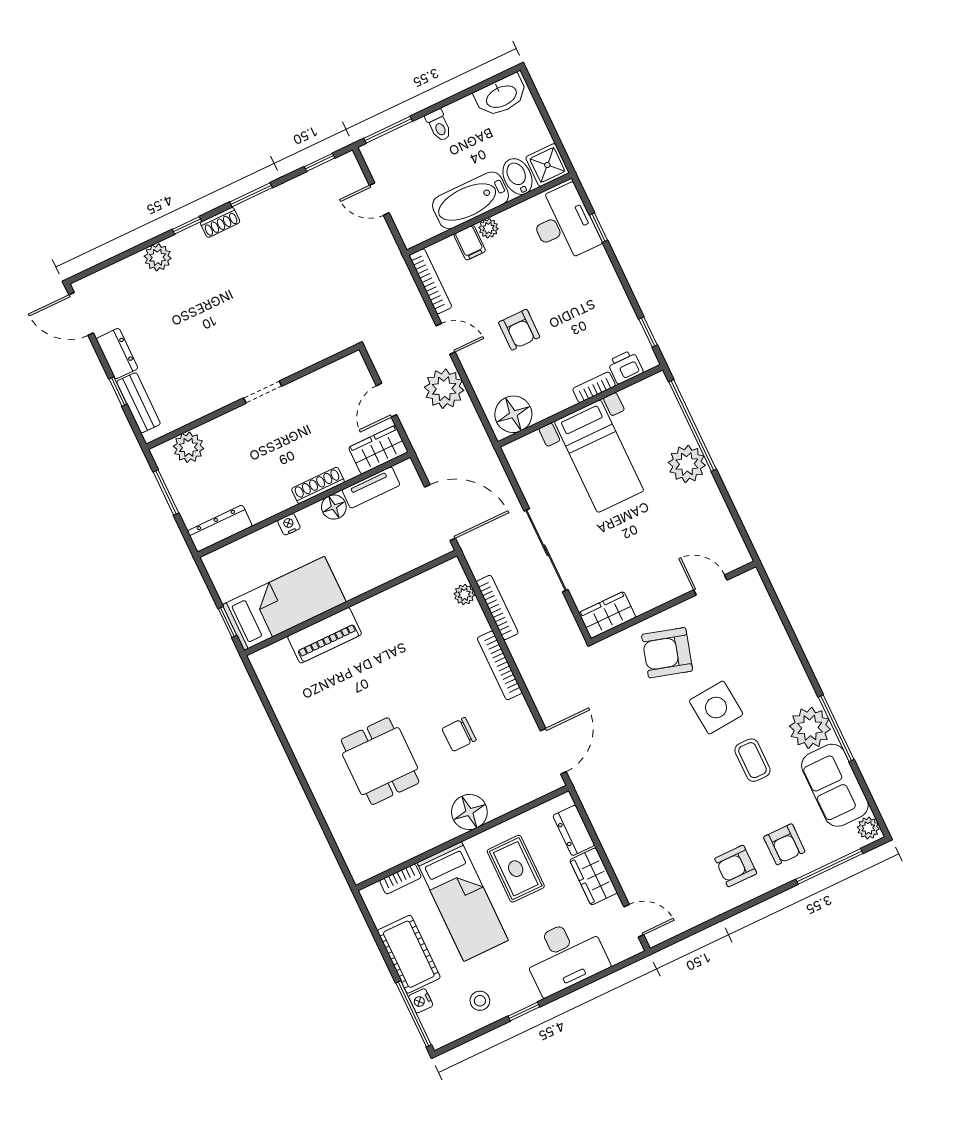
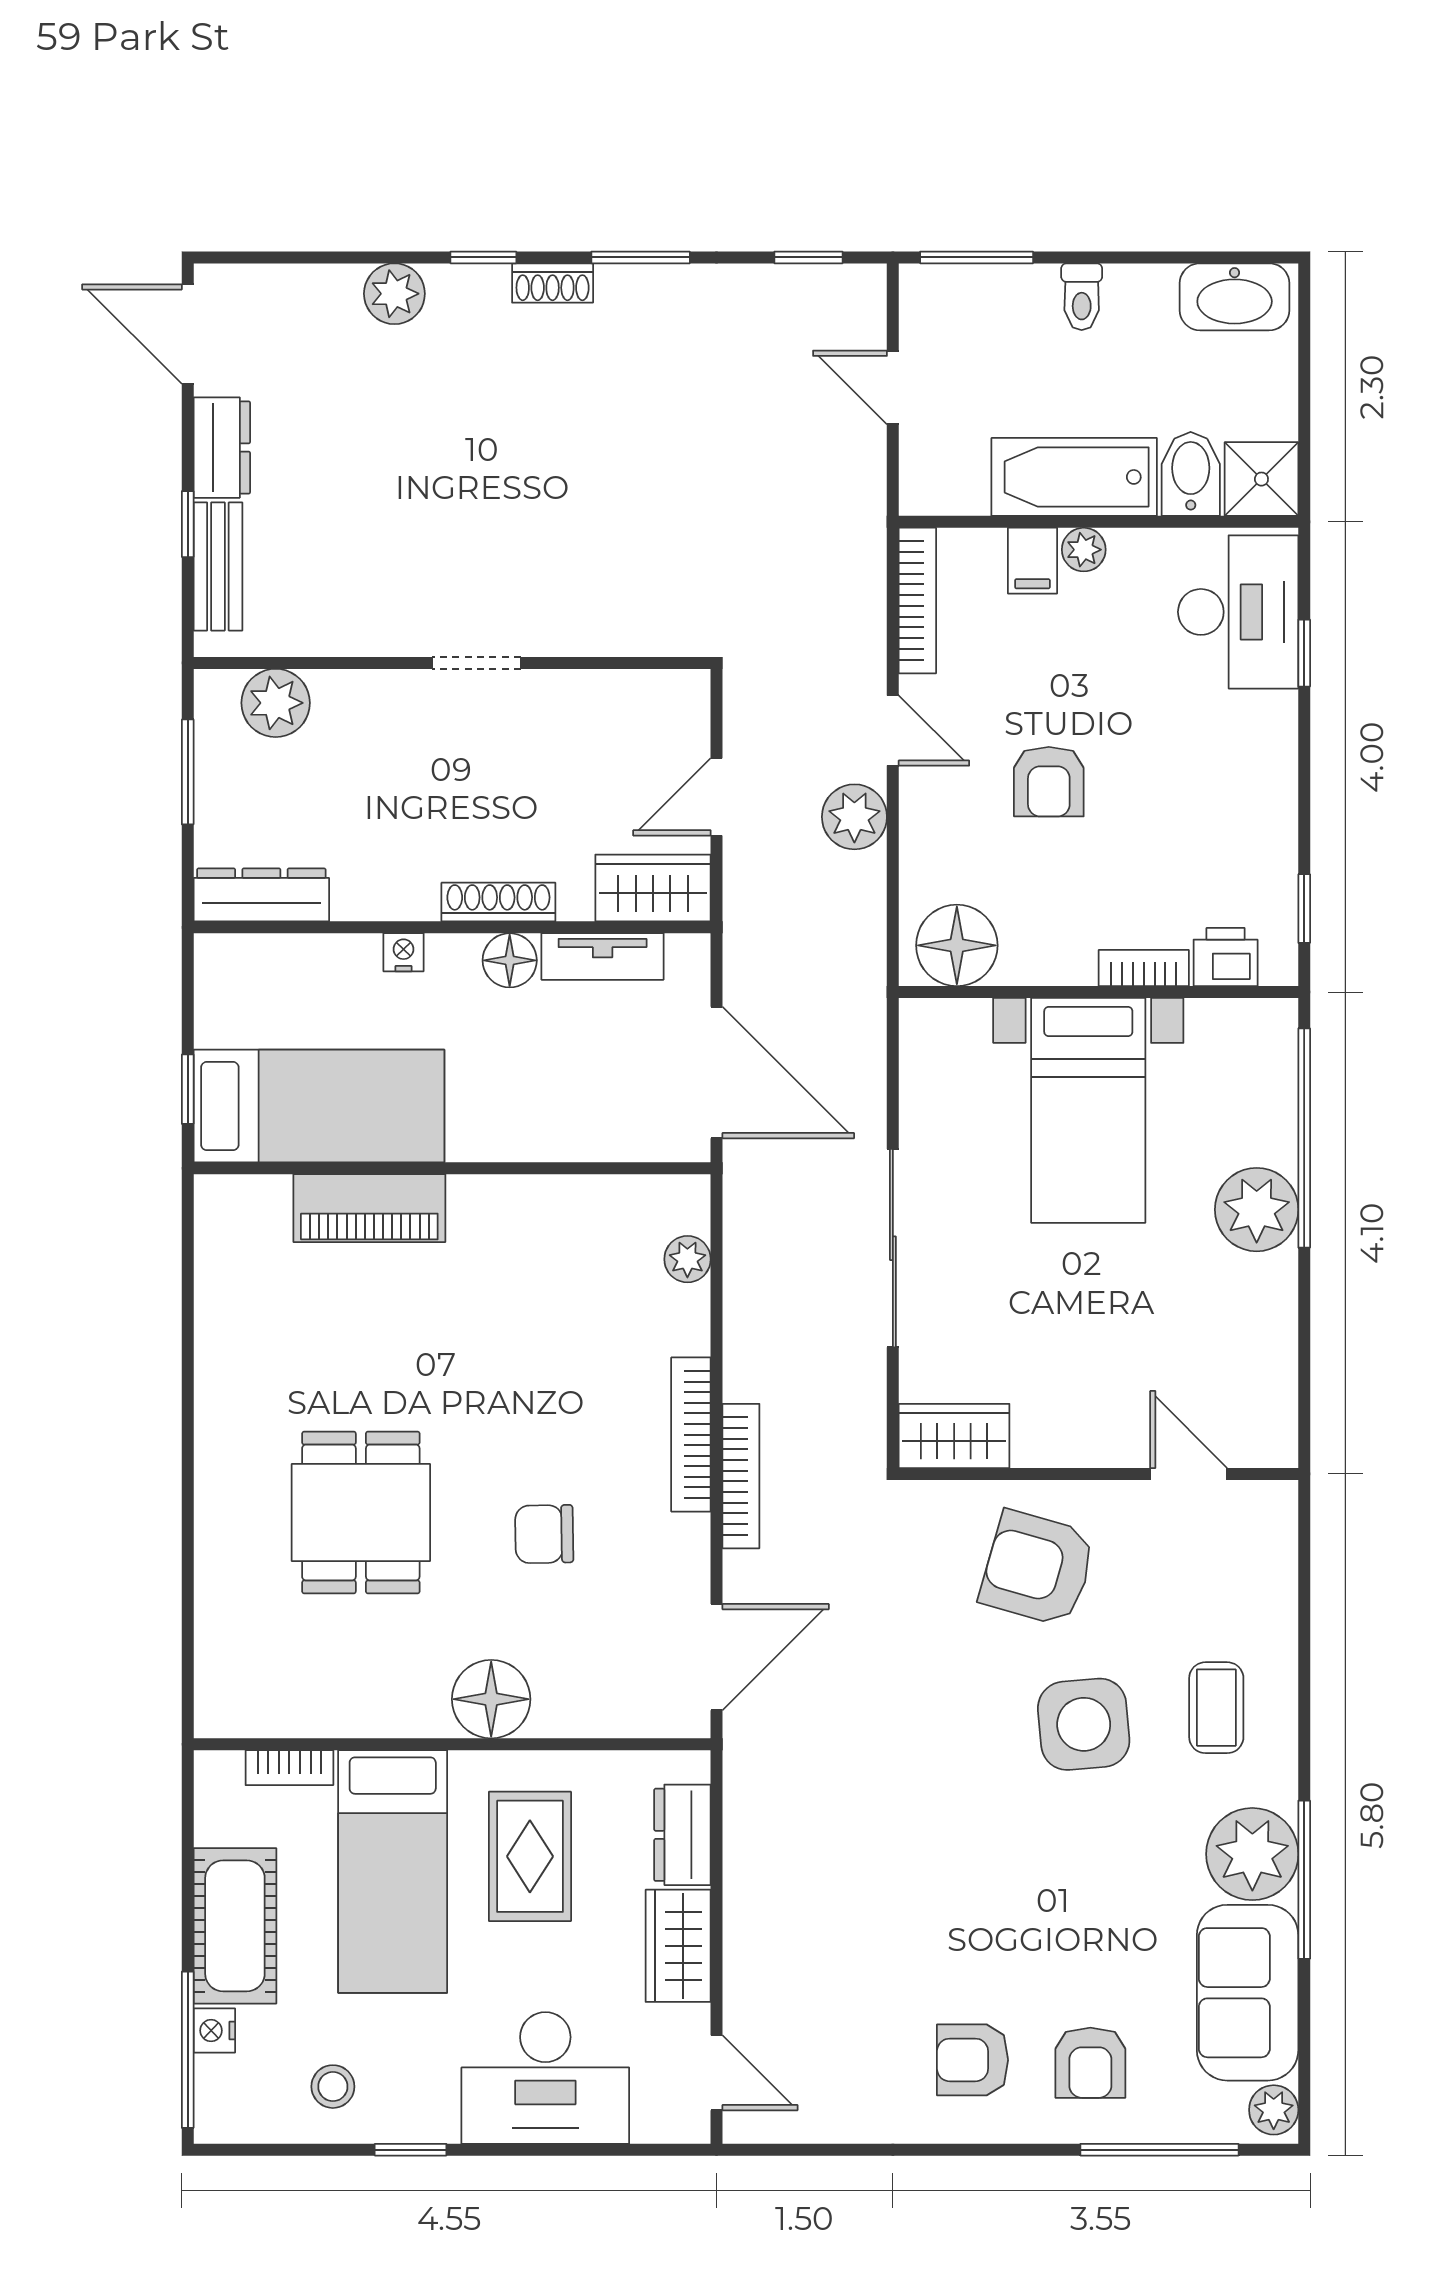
plant: (444, 389) -> (854, 817), width x0.73, depth x0.73
bookcase: (497, 608) -> (741, 1476), moved
coffee table: (752, 760) -> (1216, 1708), moved

